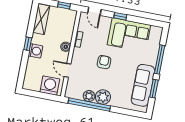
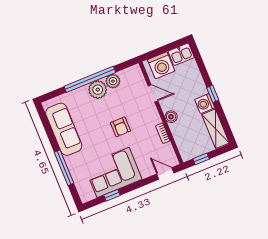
window: (120, 16) -> (112, 195), moved
washing machine: (35, 51) -> (205, 104), moved
kitchen sink: (32, 84) -> (181, 54), added
window: (154, 89) -> (50, 133), removed
window: (89, 105) -> (90, 79), moved

